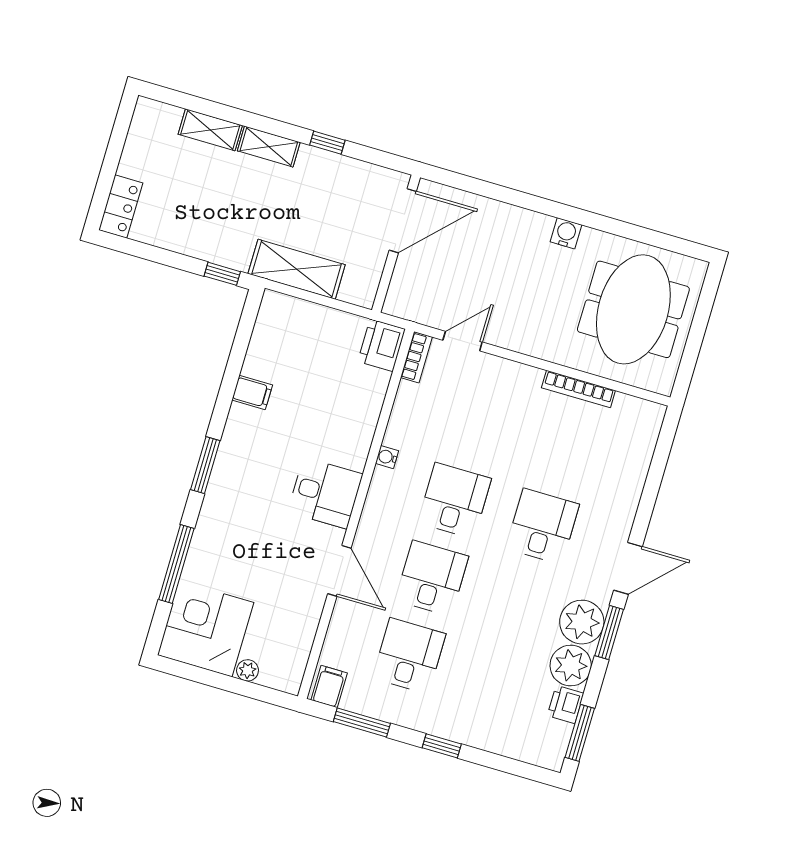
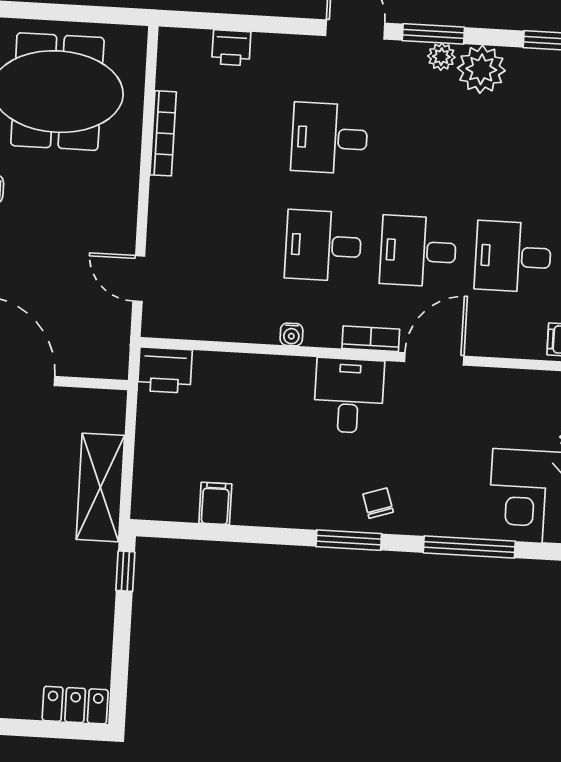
bookcase: (416, 357) -> (371, 339), moved
filing cabinet: (252, 392) -> (215, 503), moved
chair: (230, 497) -> (378, 503), added
plant: (582, 622) -> (441, 57), width x0.53, depth x0.53
printer: (566, 704) -> (231, 48), moved

